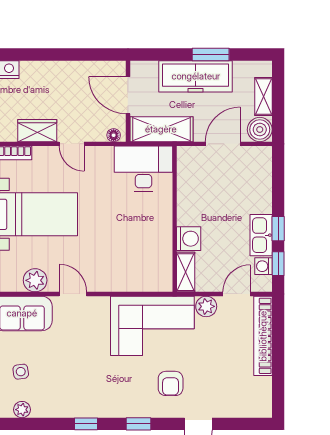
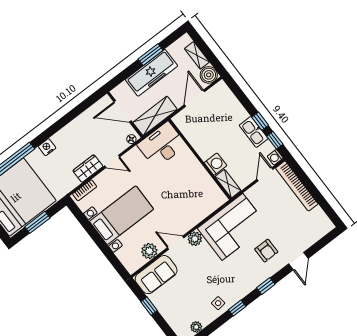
washing machine: (264, 266) -> (275, 157), moved
plant: (206, 306) -> (195, 239), moved
side table: (21, 372) -> (218, 303), moved

